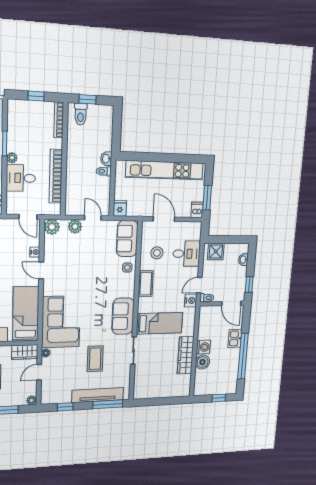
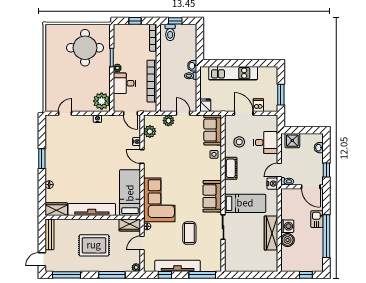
kitchen unit: (165, 170) -> (233, 73), width x0.73
dishwasher: (197, 210) -> (258, 105), moved
plant: (52, 227) -> (150, 131), moved
tv unit: (98, 395) -> (178, 266), moved

